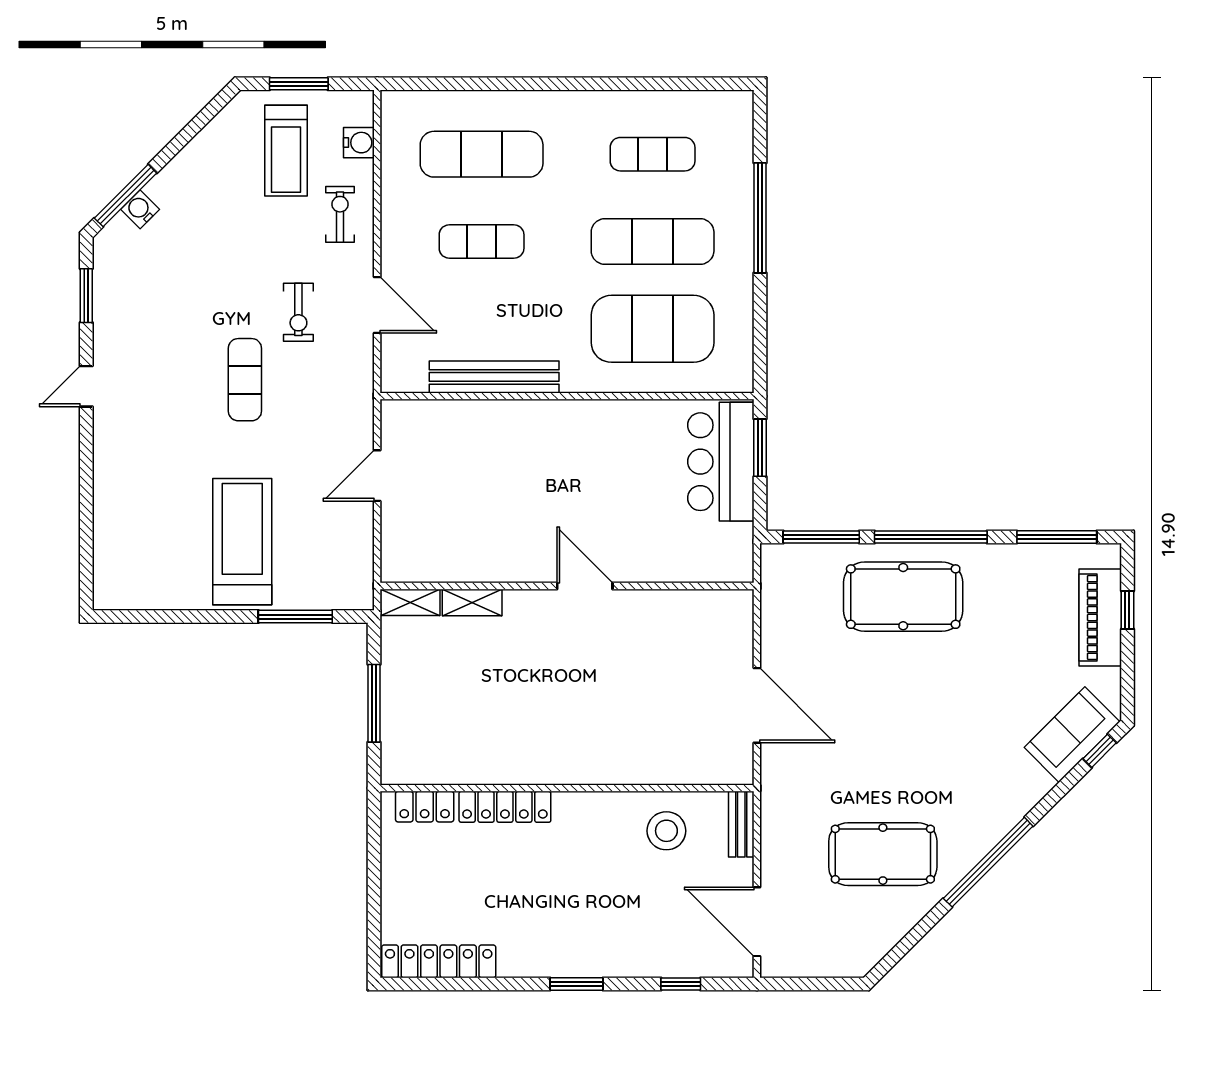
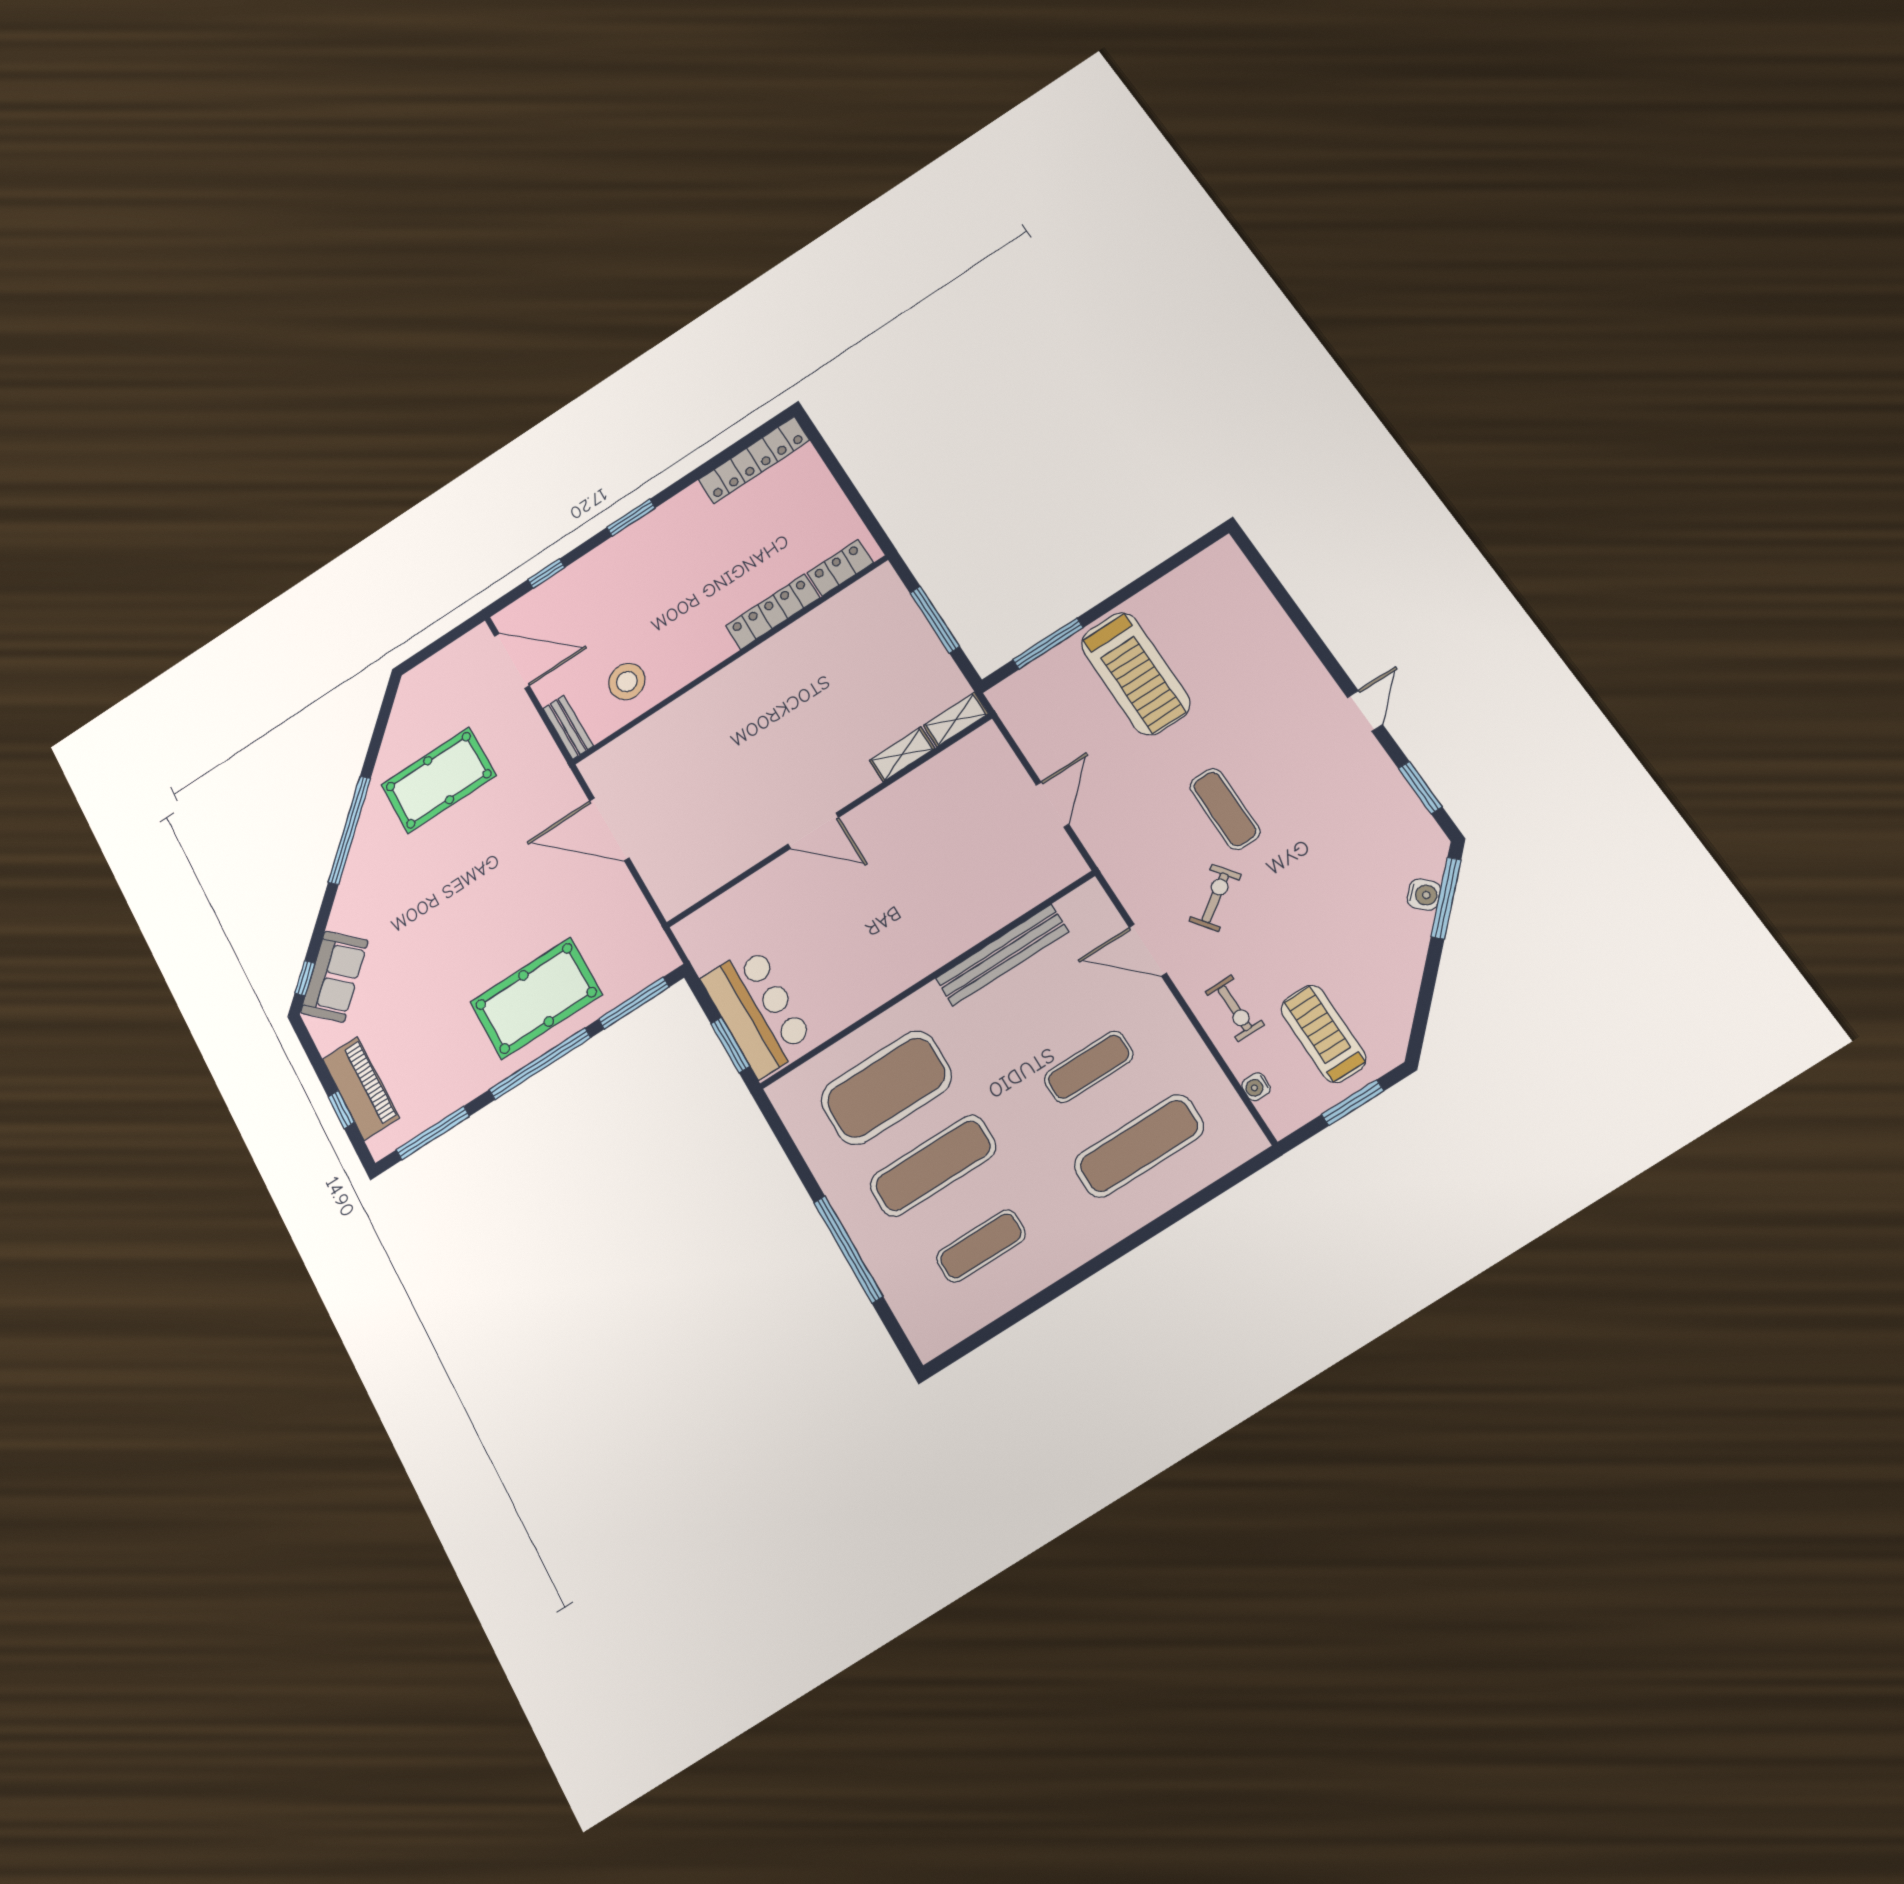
water cooler: (359, 143) -> (1256, 1087), width x0.72, depth x0.72
exercise bike: (298, 312) -> (1215, 898), turned 54

